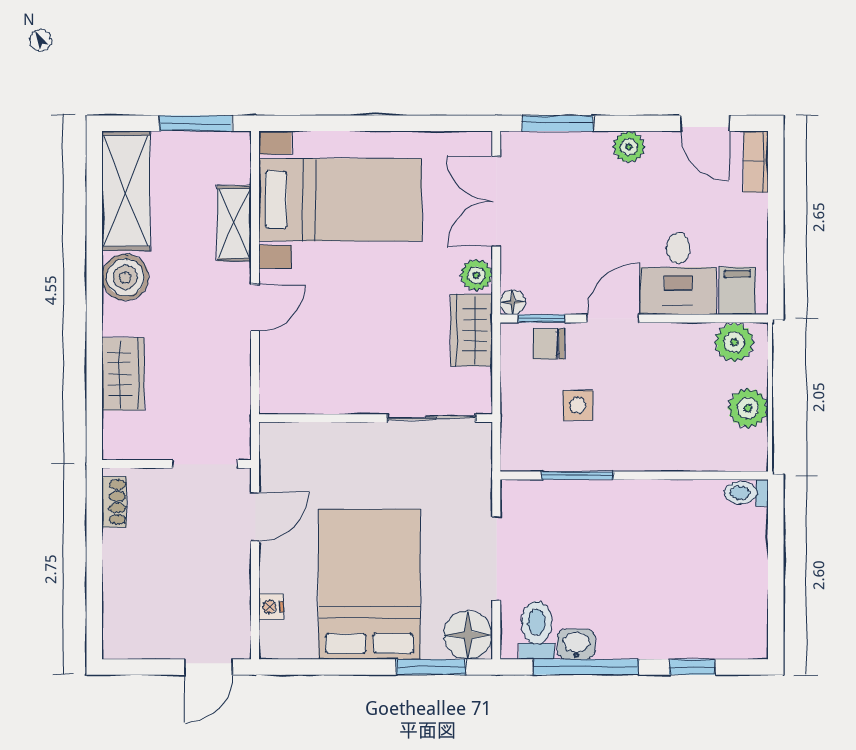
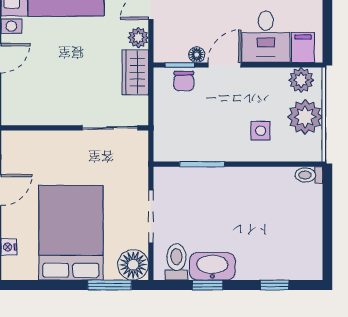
floor lamp: (513, 302) -> (197, 55), moved
chair: (548, 344) -> (184, 81), turned -90
side table: (578, 405) -> (261, 131), moved
plant: (748, 408) -> (305, 117), width x1.36, depth x1.36
washbasin: (576, 644) -> (212, 266), width x1.91, depth x1.45
window: (586, 667) -> (208, 285), width x0.46

